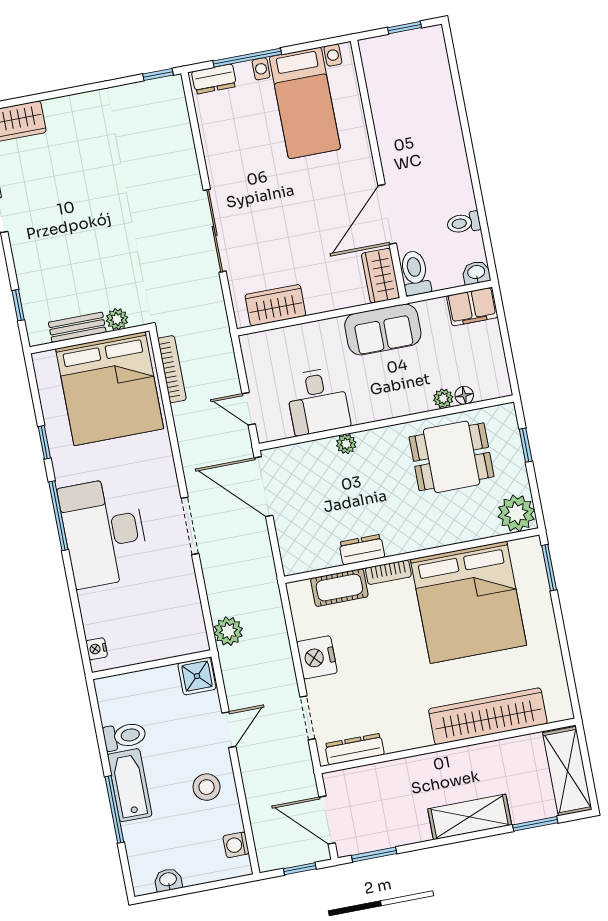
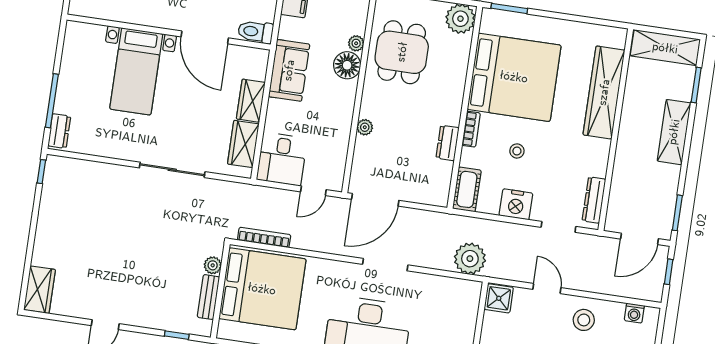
bed with nightstands: (305, 103) -> (136, 71), moved, turned 90
wardrobe: (380, 276) -> (251, 101), moved, turned 90
floor lamp: (464, 395) -> (347, 65), moved, width x1.89, depth x1.89
desk: (318, 401) -> (282, 159), moved, turned 90
cot: (339, 588) -> (467, 189), moved
plant: (228, 631) -> (470, 259), width x1.36, depth x1.36
stool: (381, 636) -> (517, 151), added

